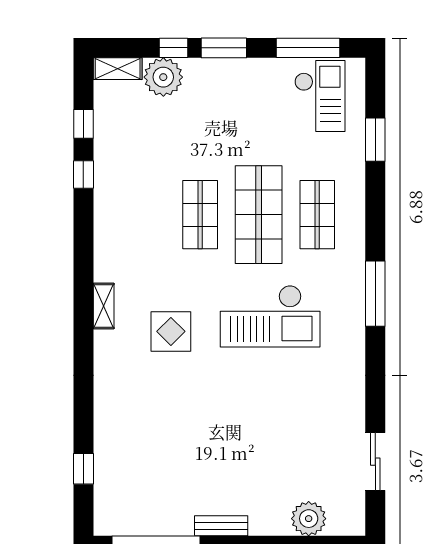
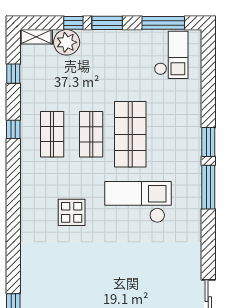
window: (375, 140) -> (208, 142), moved
window: (83, 175) -> (13, 129), moved
shop shelf: (317, 215) -> (52, 134), moved
shelving: (104, 306) -> (27, 195), removed
checkout: (270, 316) -> (138, 202), turned 180

